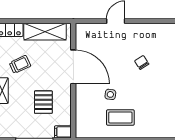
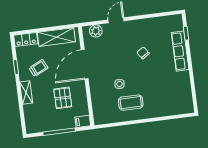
plant: (91, 30) -> (96, 31), added
door: (73, 67) -> (85, 64), swing flipped

